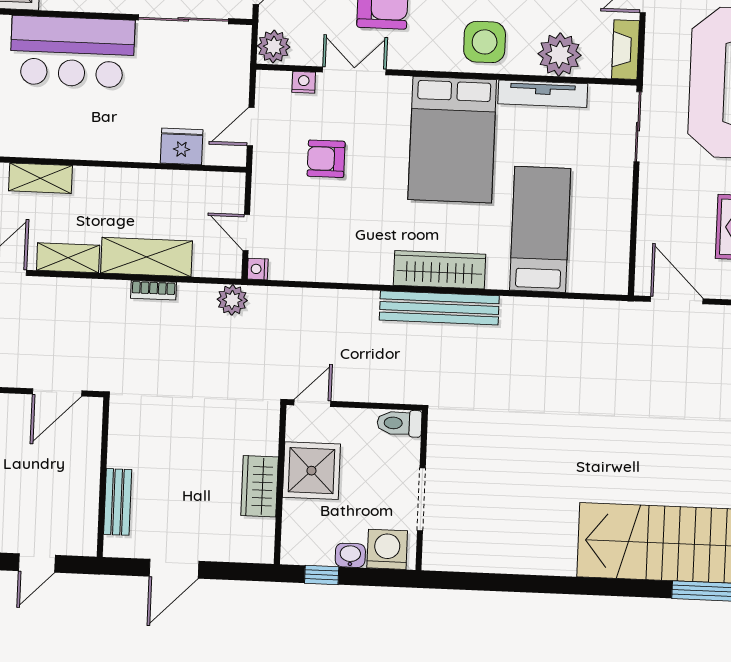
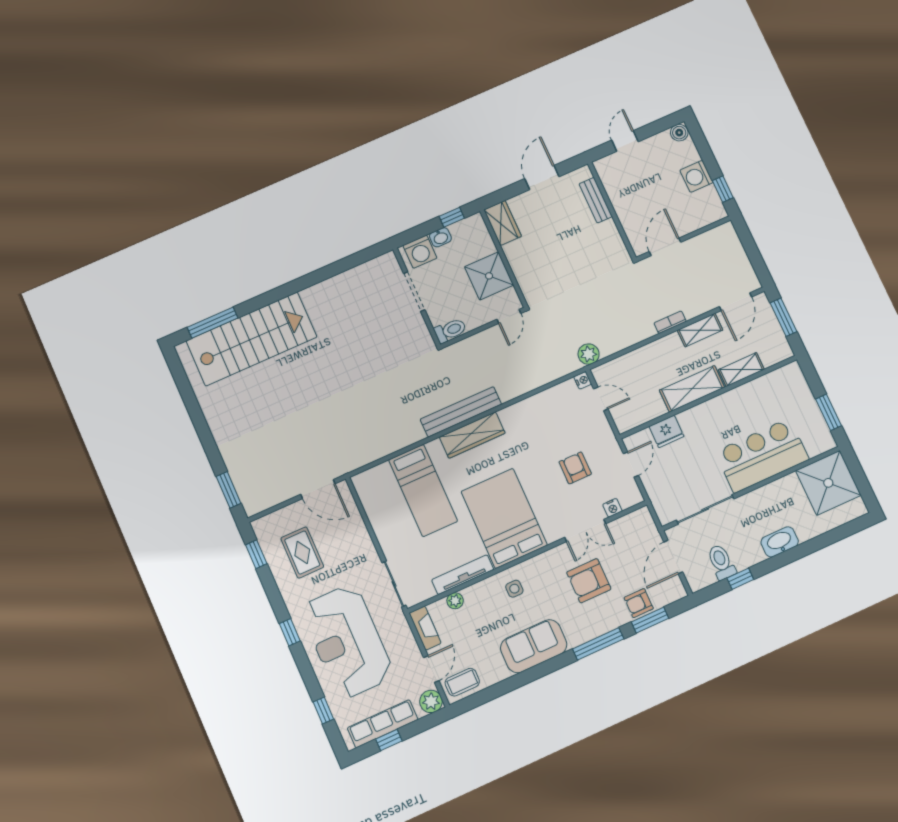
side table: (485, 42) -> (514, 589), width x0.54, depth x0.54
plant: (274, 46) -> (642, 521), removed
plant: (560, 55) -> (455, 601), width x0.53, depth x0.53
armchair: (326, 159) -> (575, 468), turned -90
shelving: (146, 257) -> (692, 389), moved
bookcase: (153, 290) -> (670, 322), moved
wardrobe: (260, 486) -> (503, 223), moved

